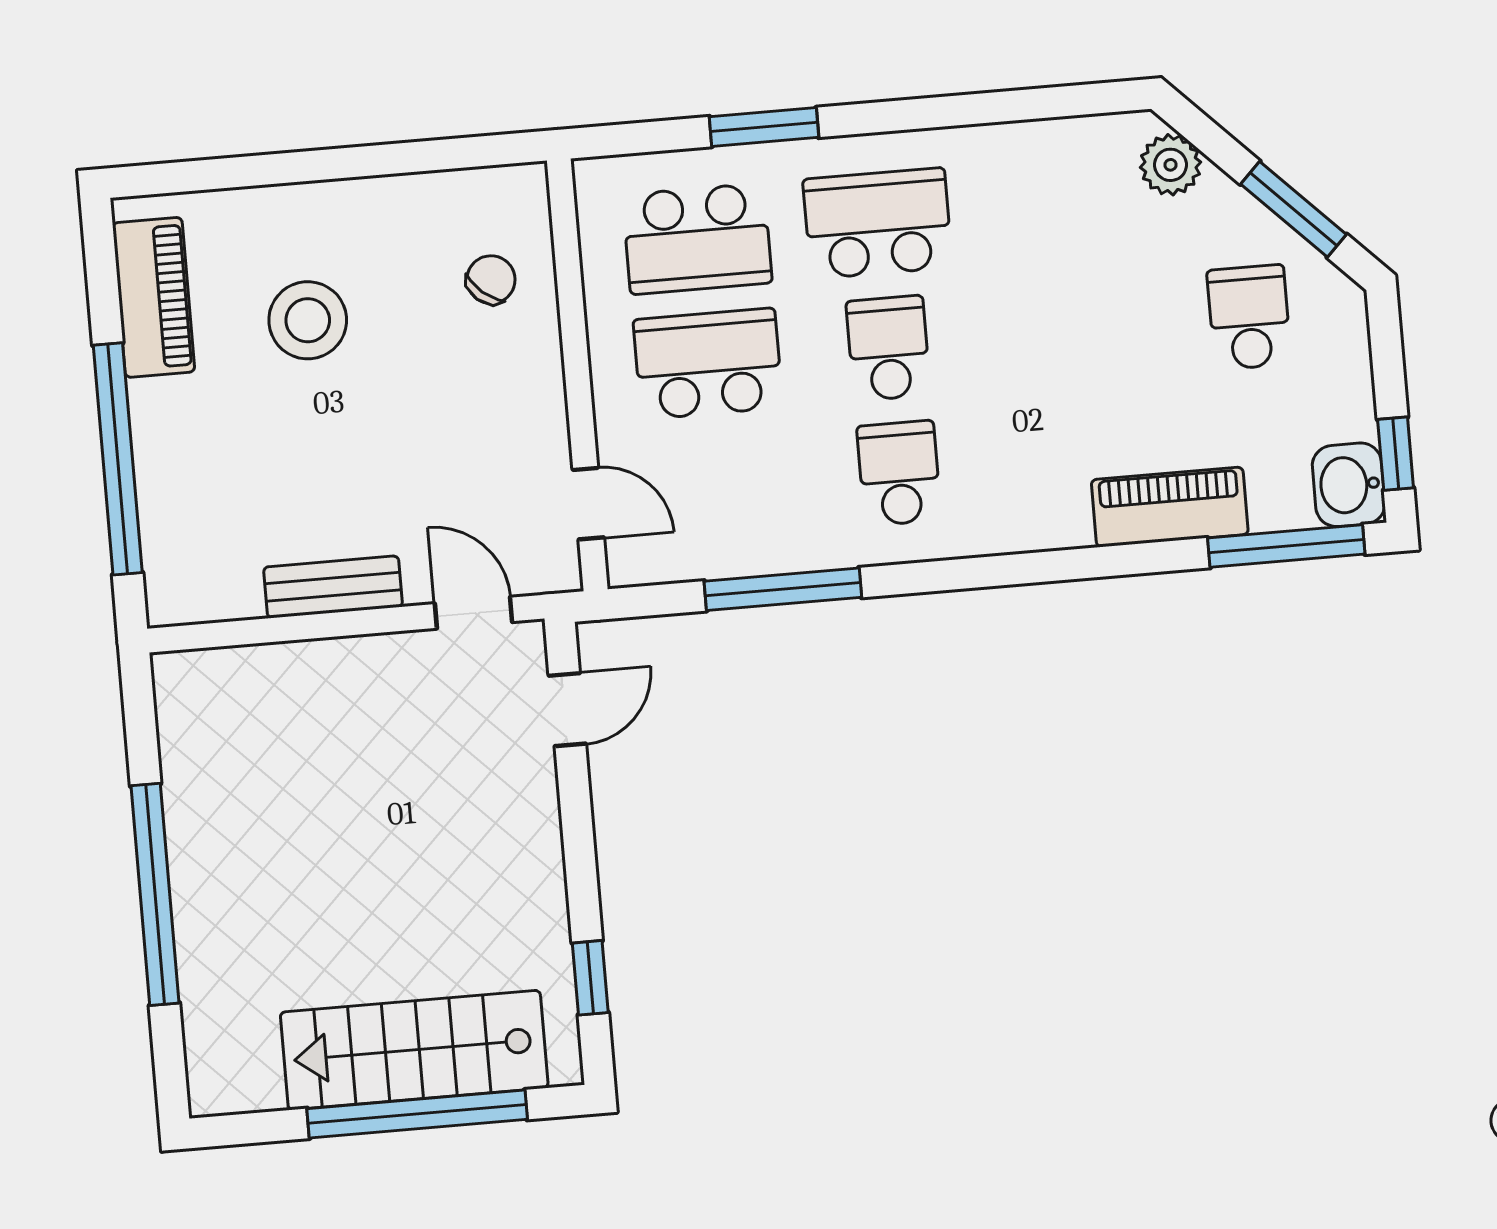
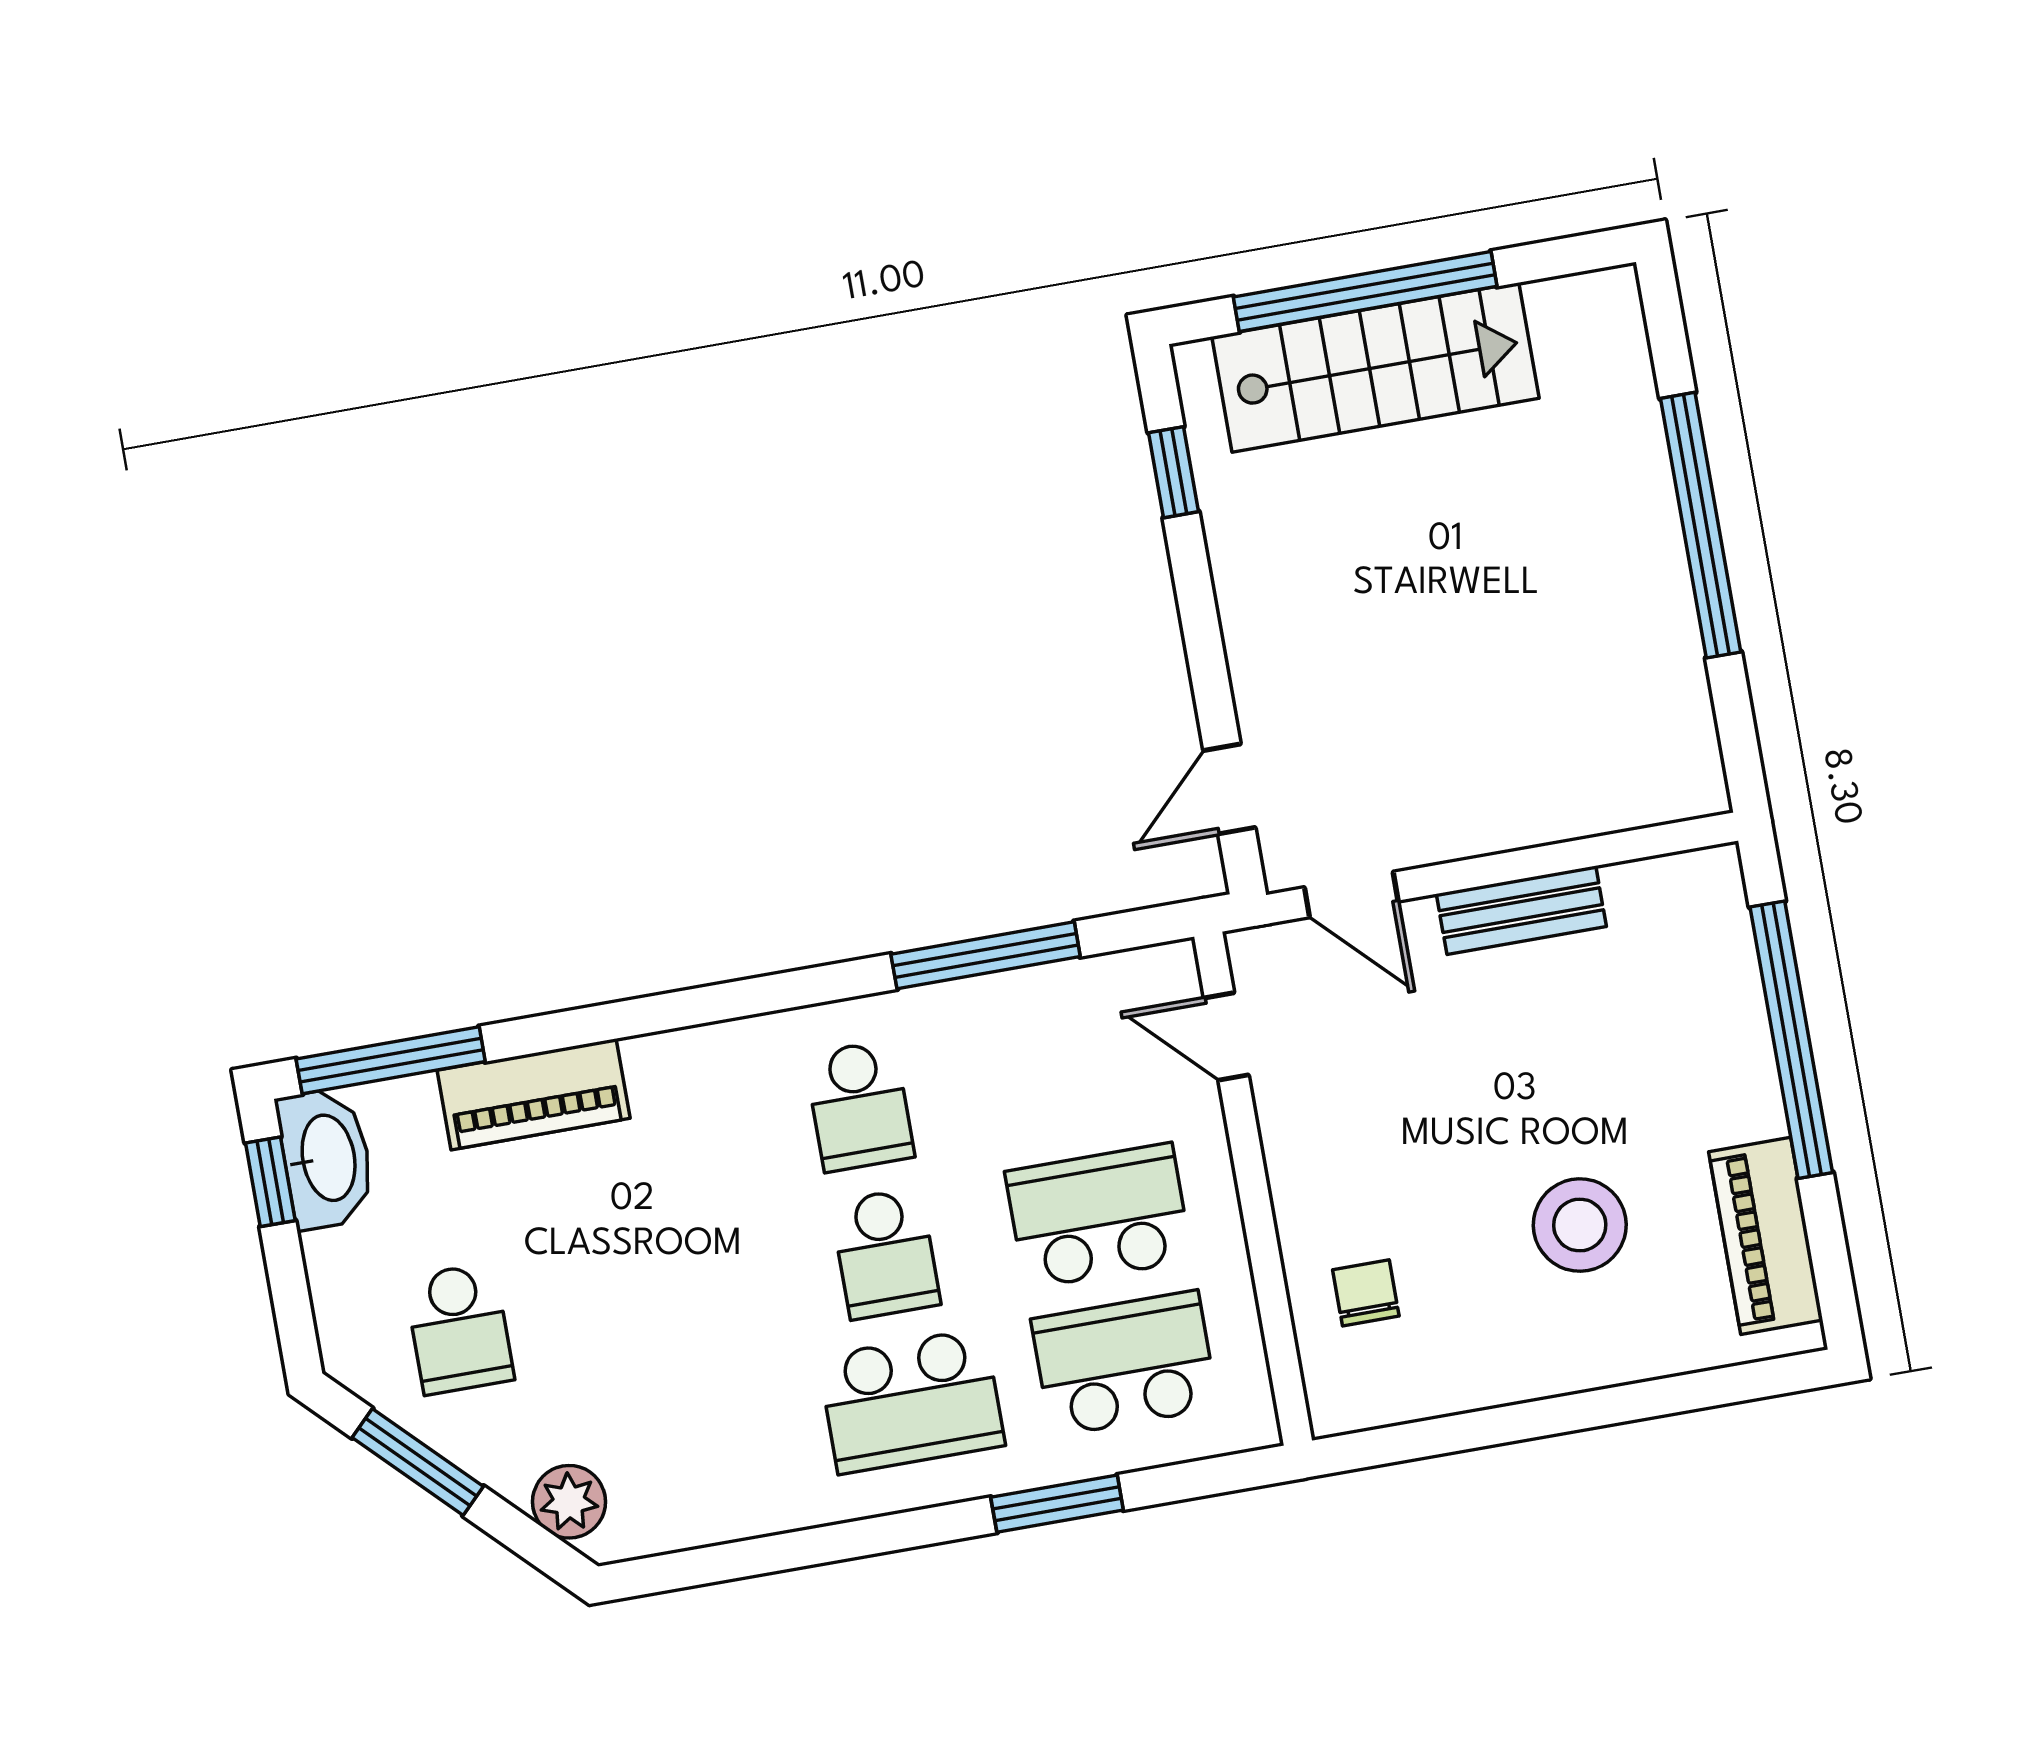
chair: (491, 280) -> (1366, 1293), turned 140
school desk: (708, 364) -> (1099, 1216), turned 180
washbasin: (1349, 485) -> (326, 1158), width x1.38

